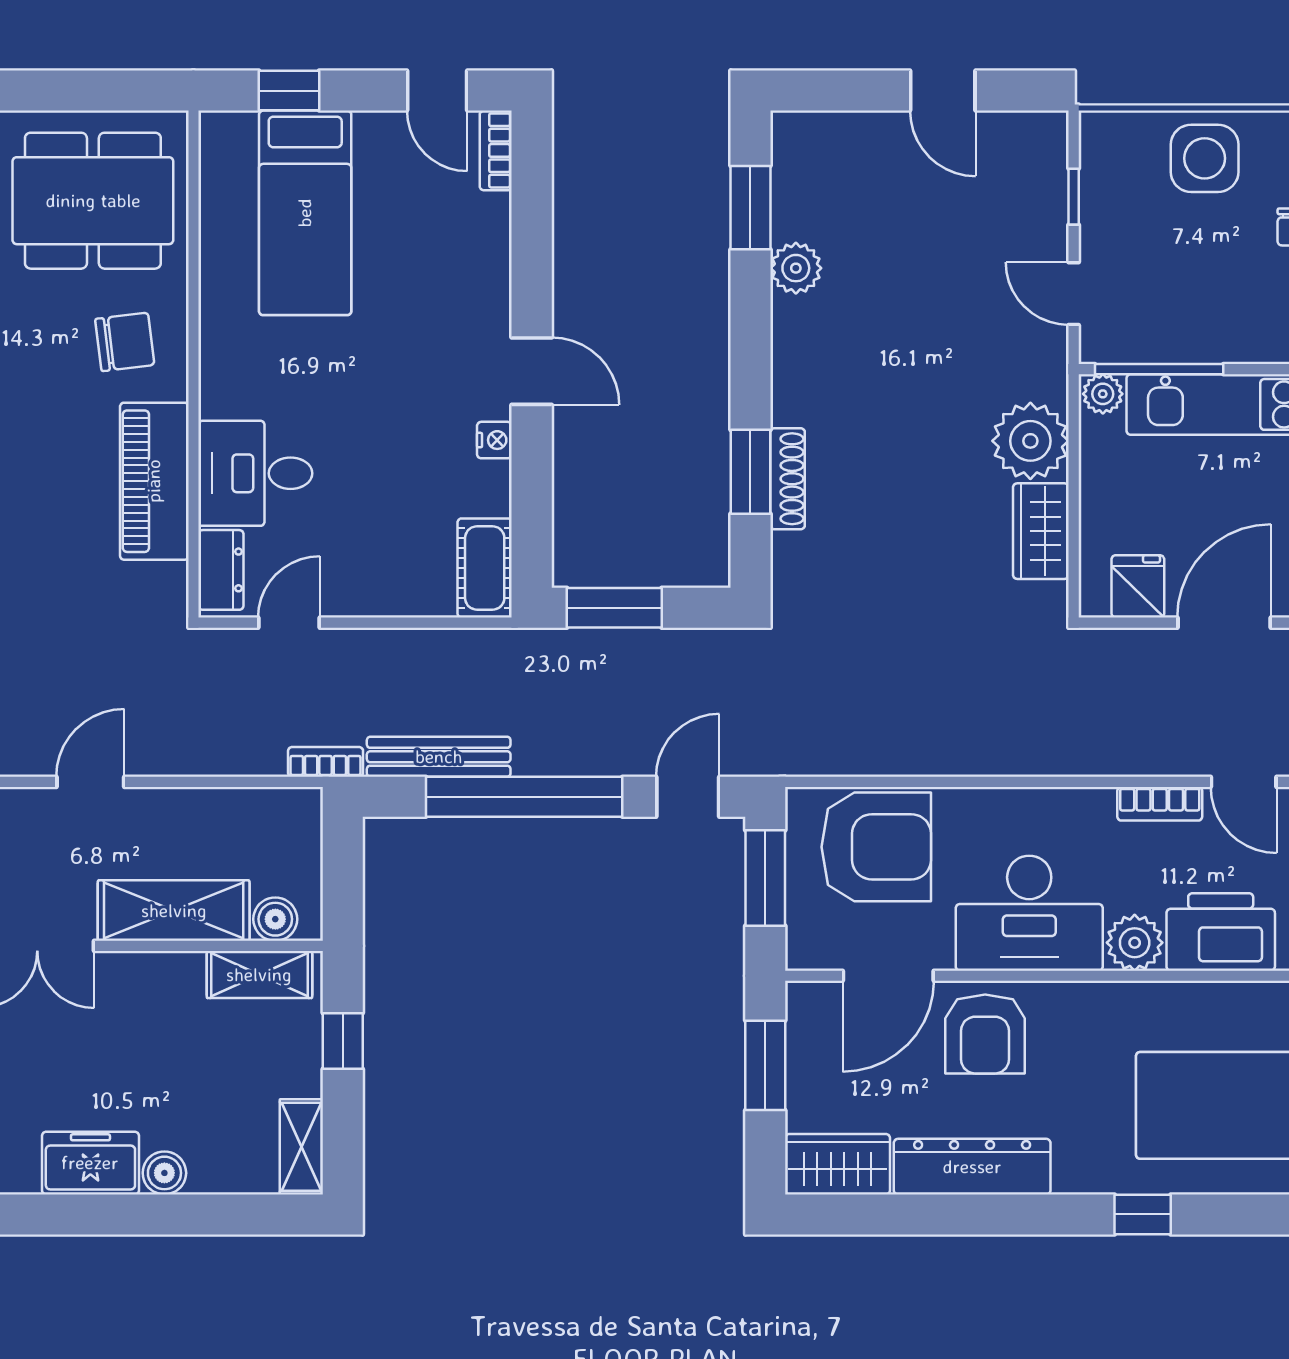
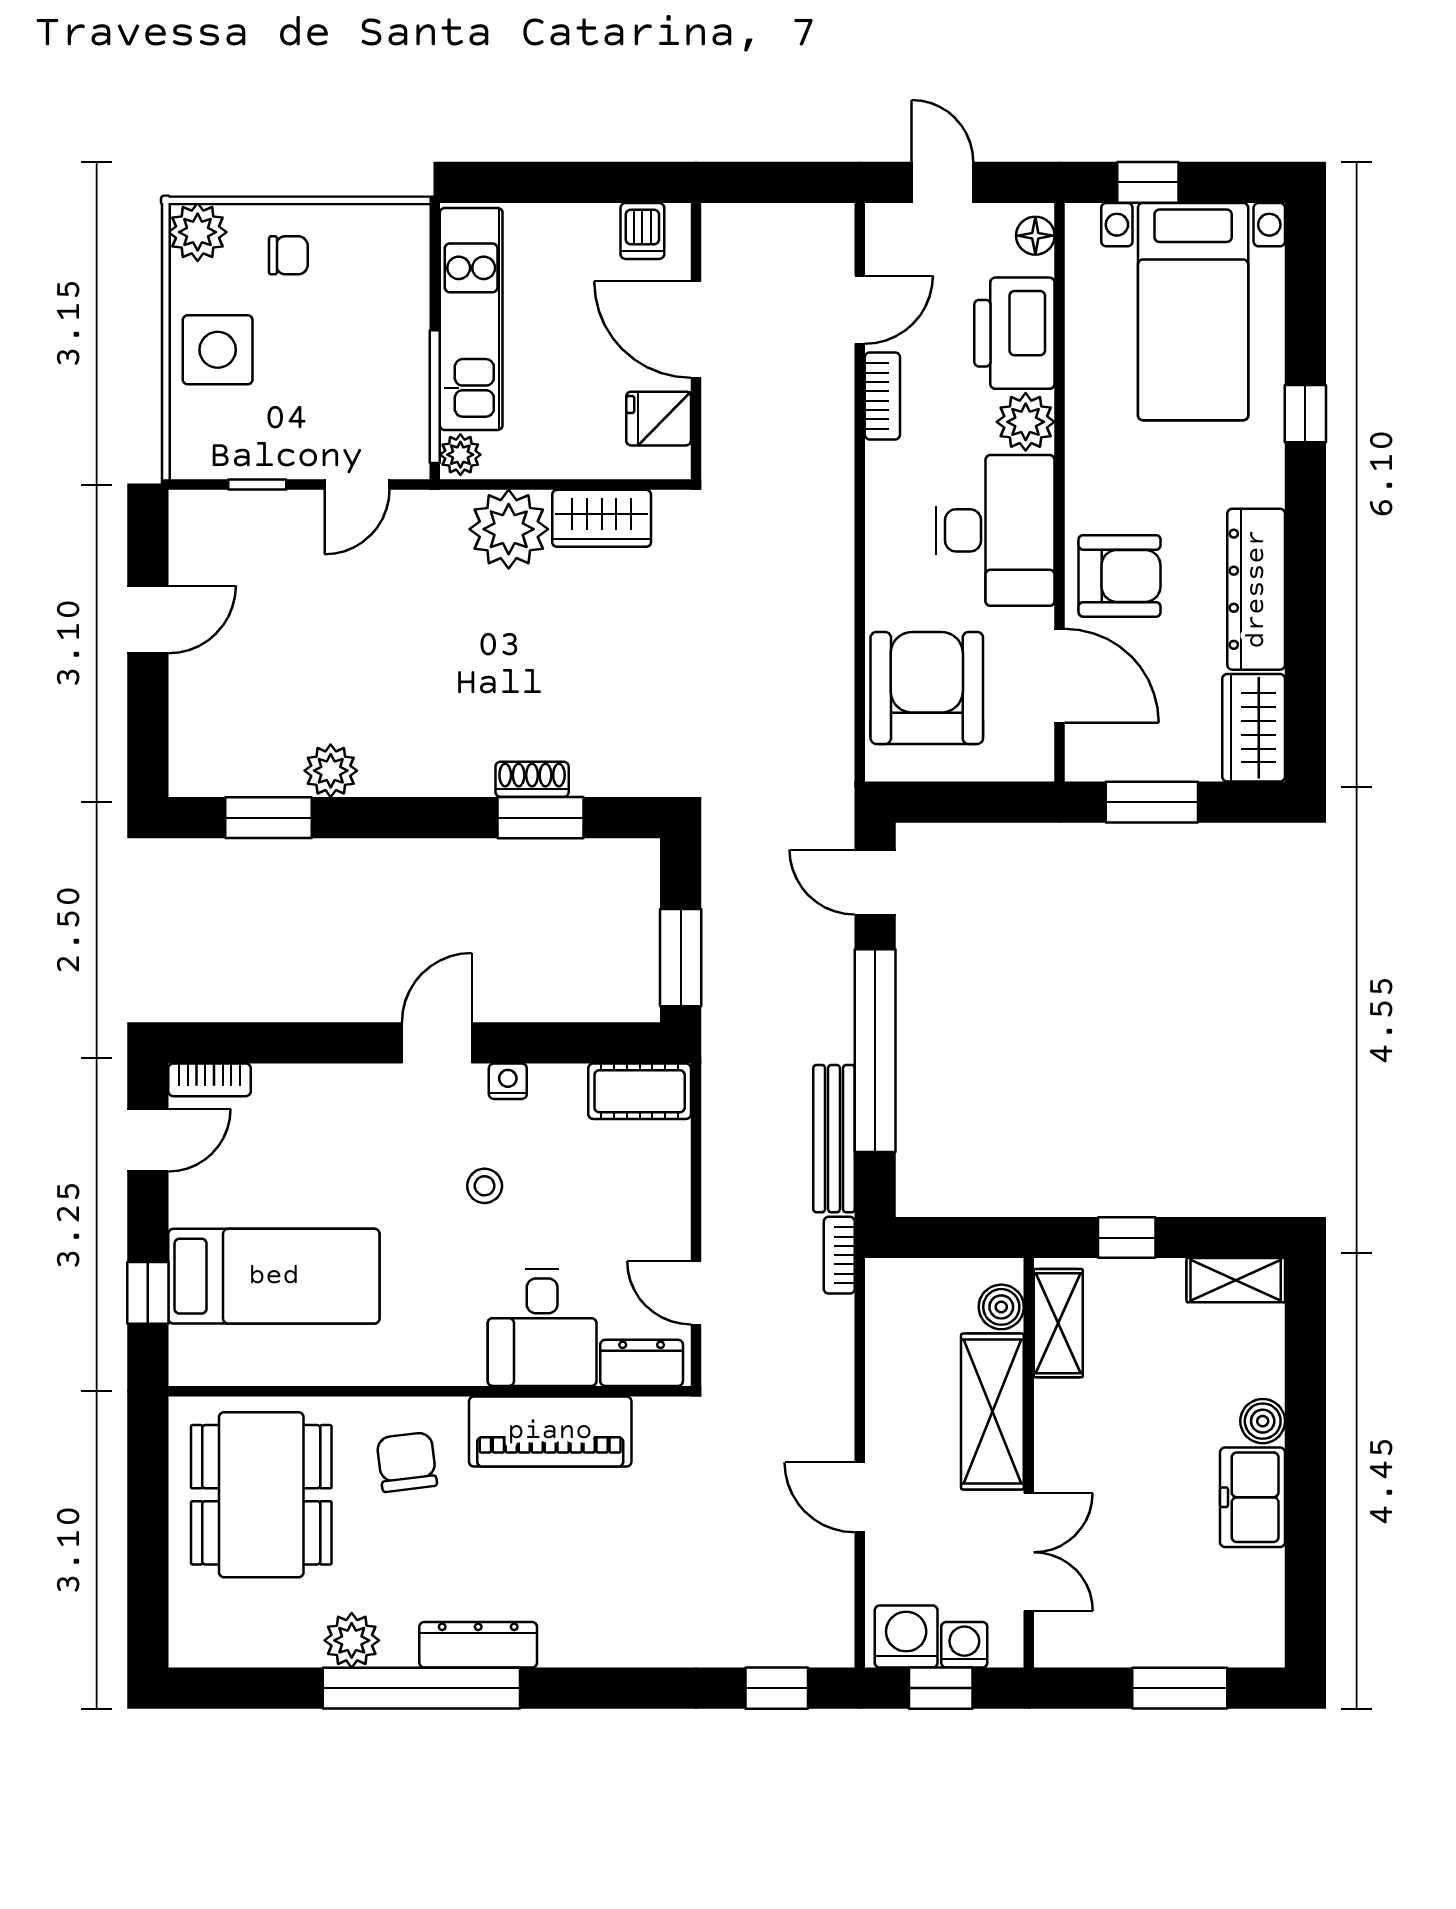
stool: (393, 417) -> (485, 1186), added
shoe rack: (788, 479) -> (532, 779), width x0.70
window: (765, 878) -> (959, 802), removed

